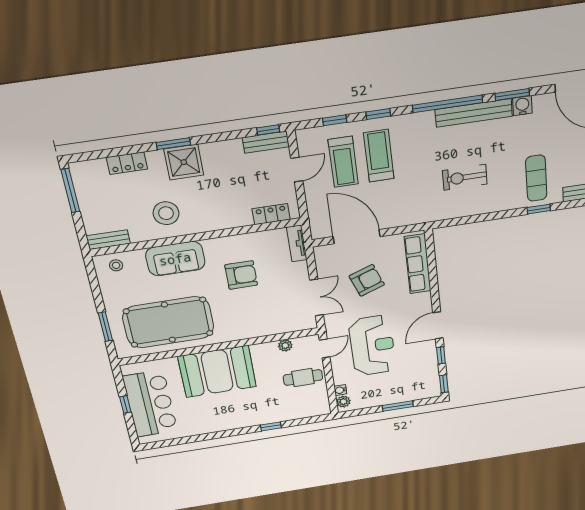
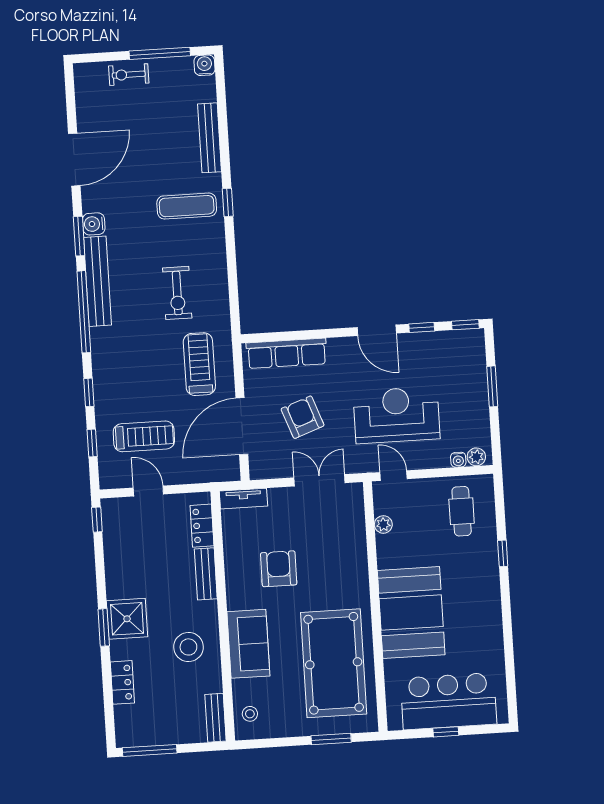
bench: (266, 142) -> (206, 574), moved
treadmill: (379, 156) -> (199, 364), moved, turned 90
cafe table: (303, 377) -> (462, 511), moved

